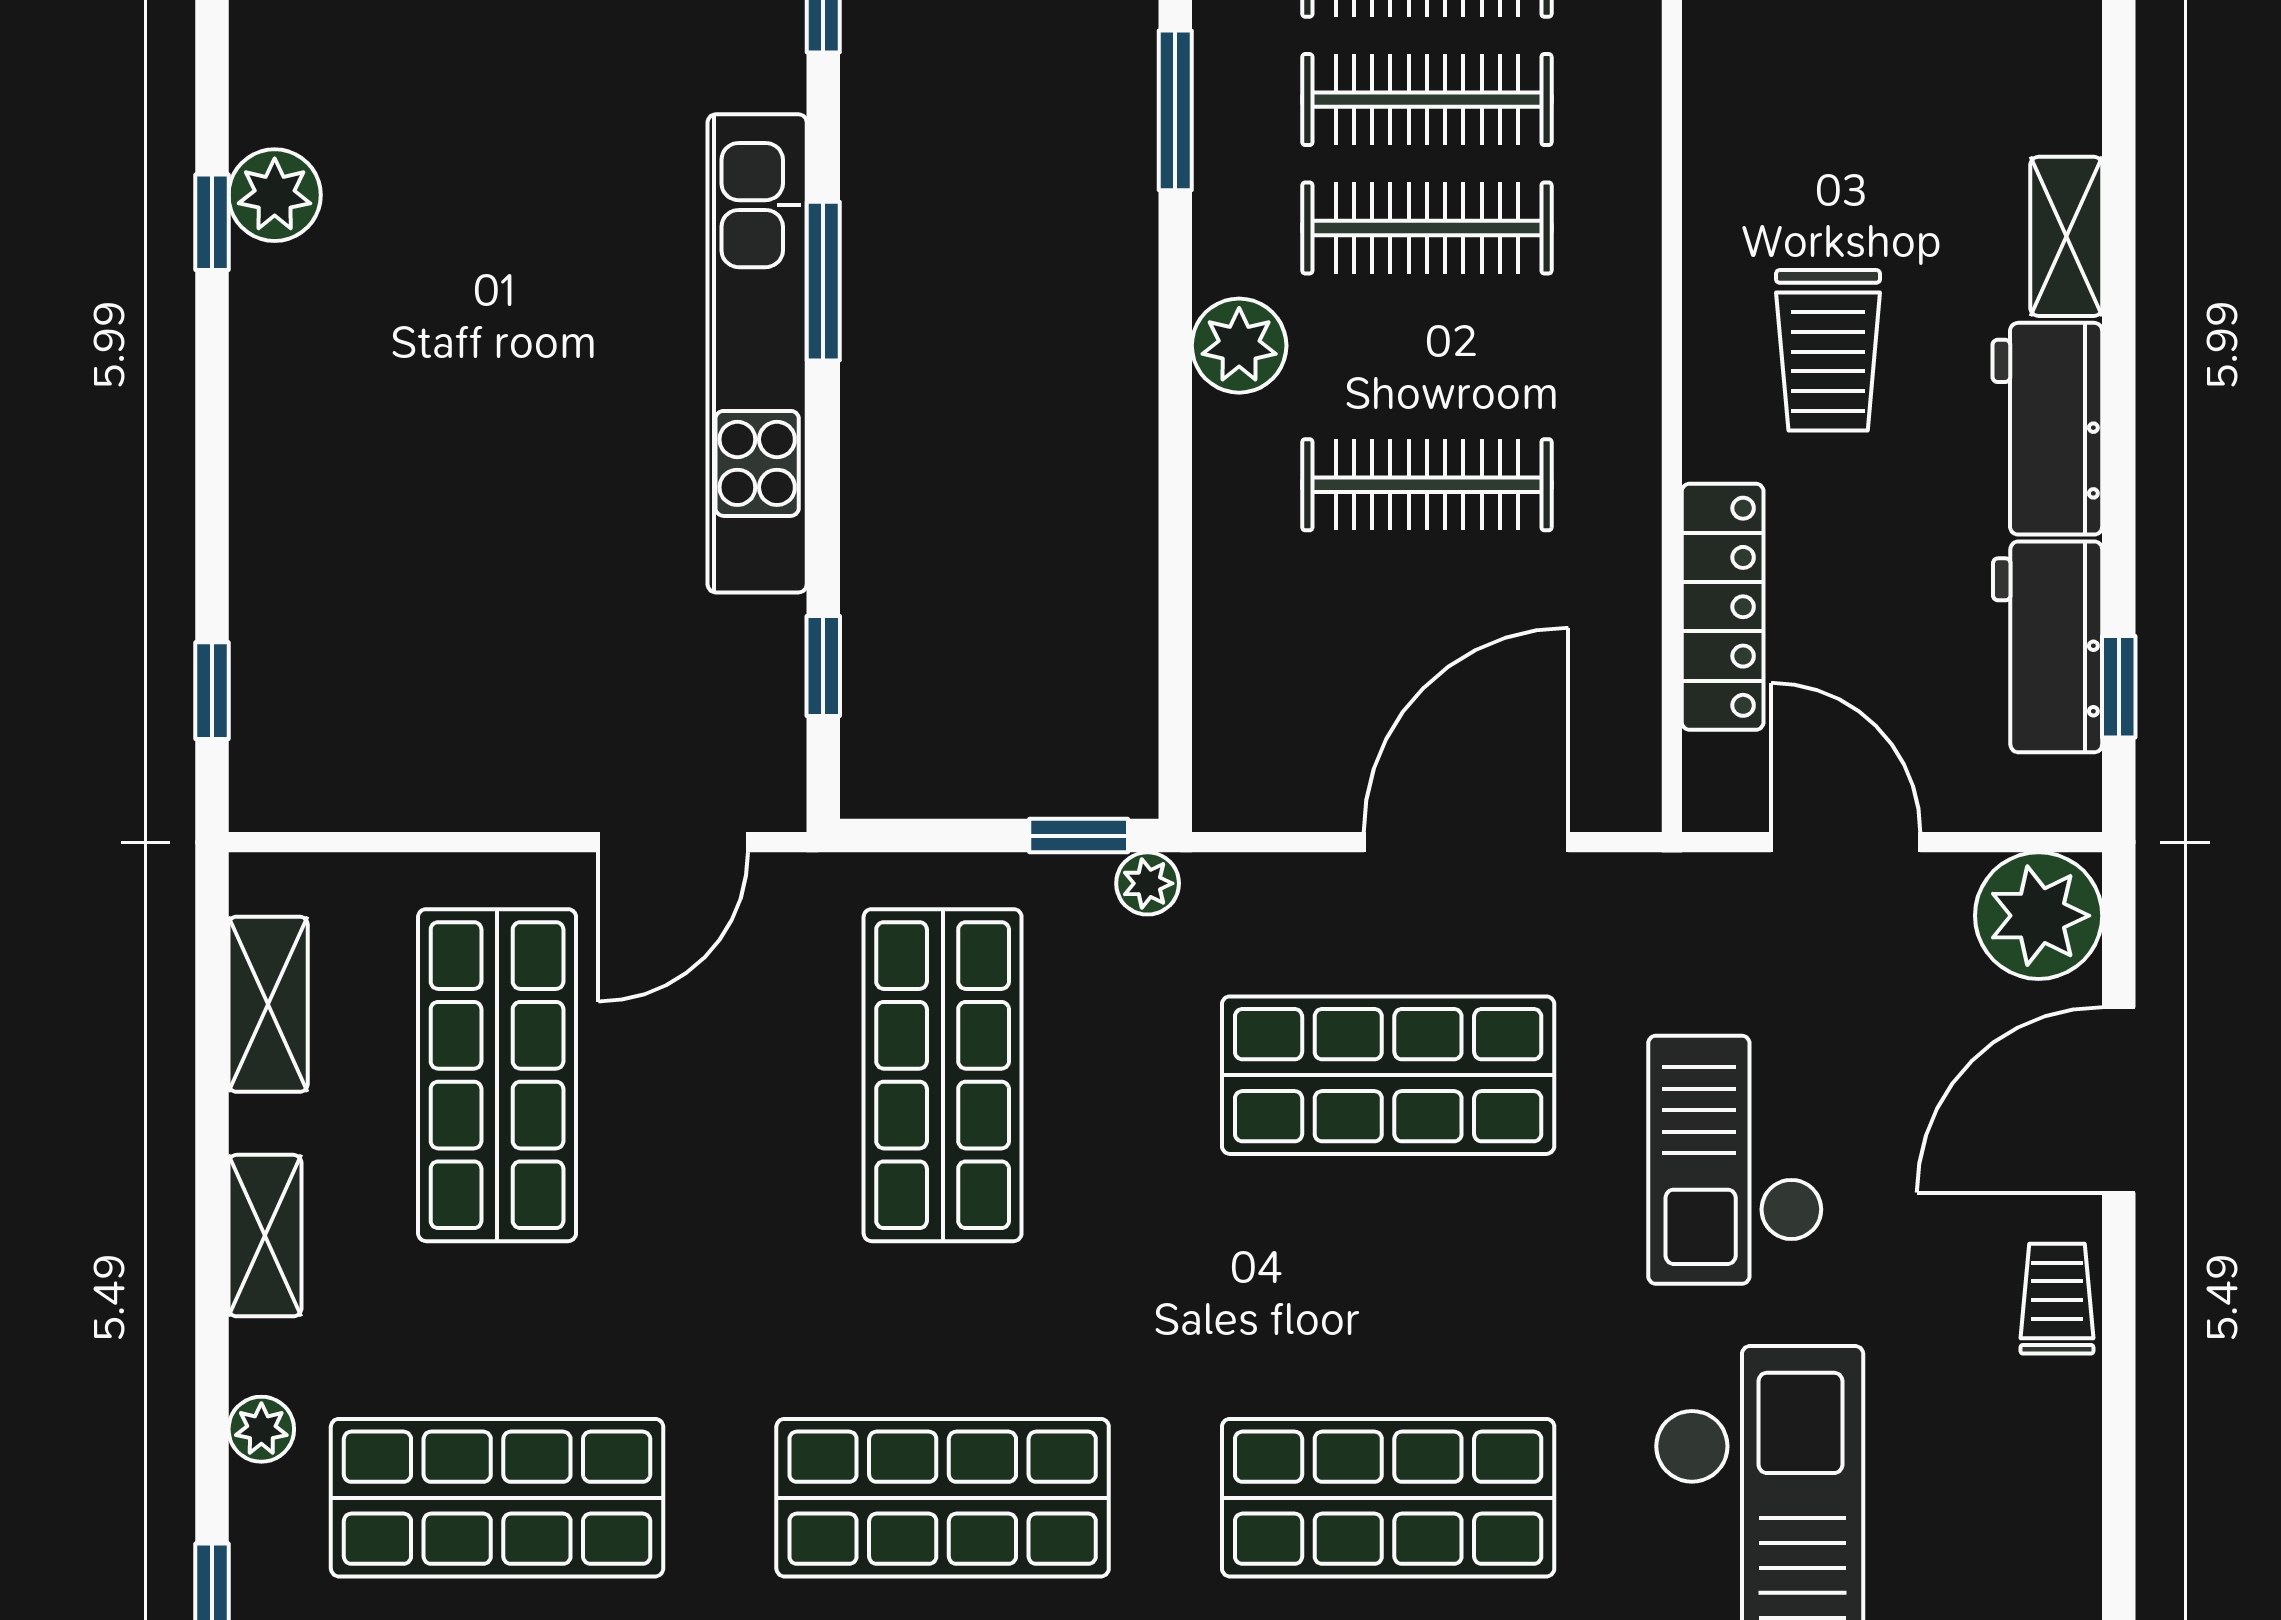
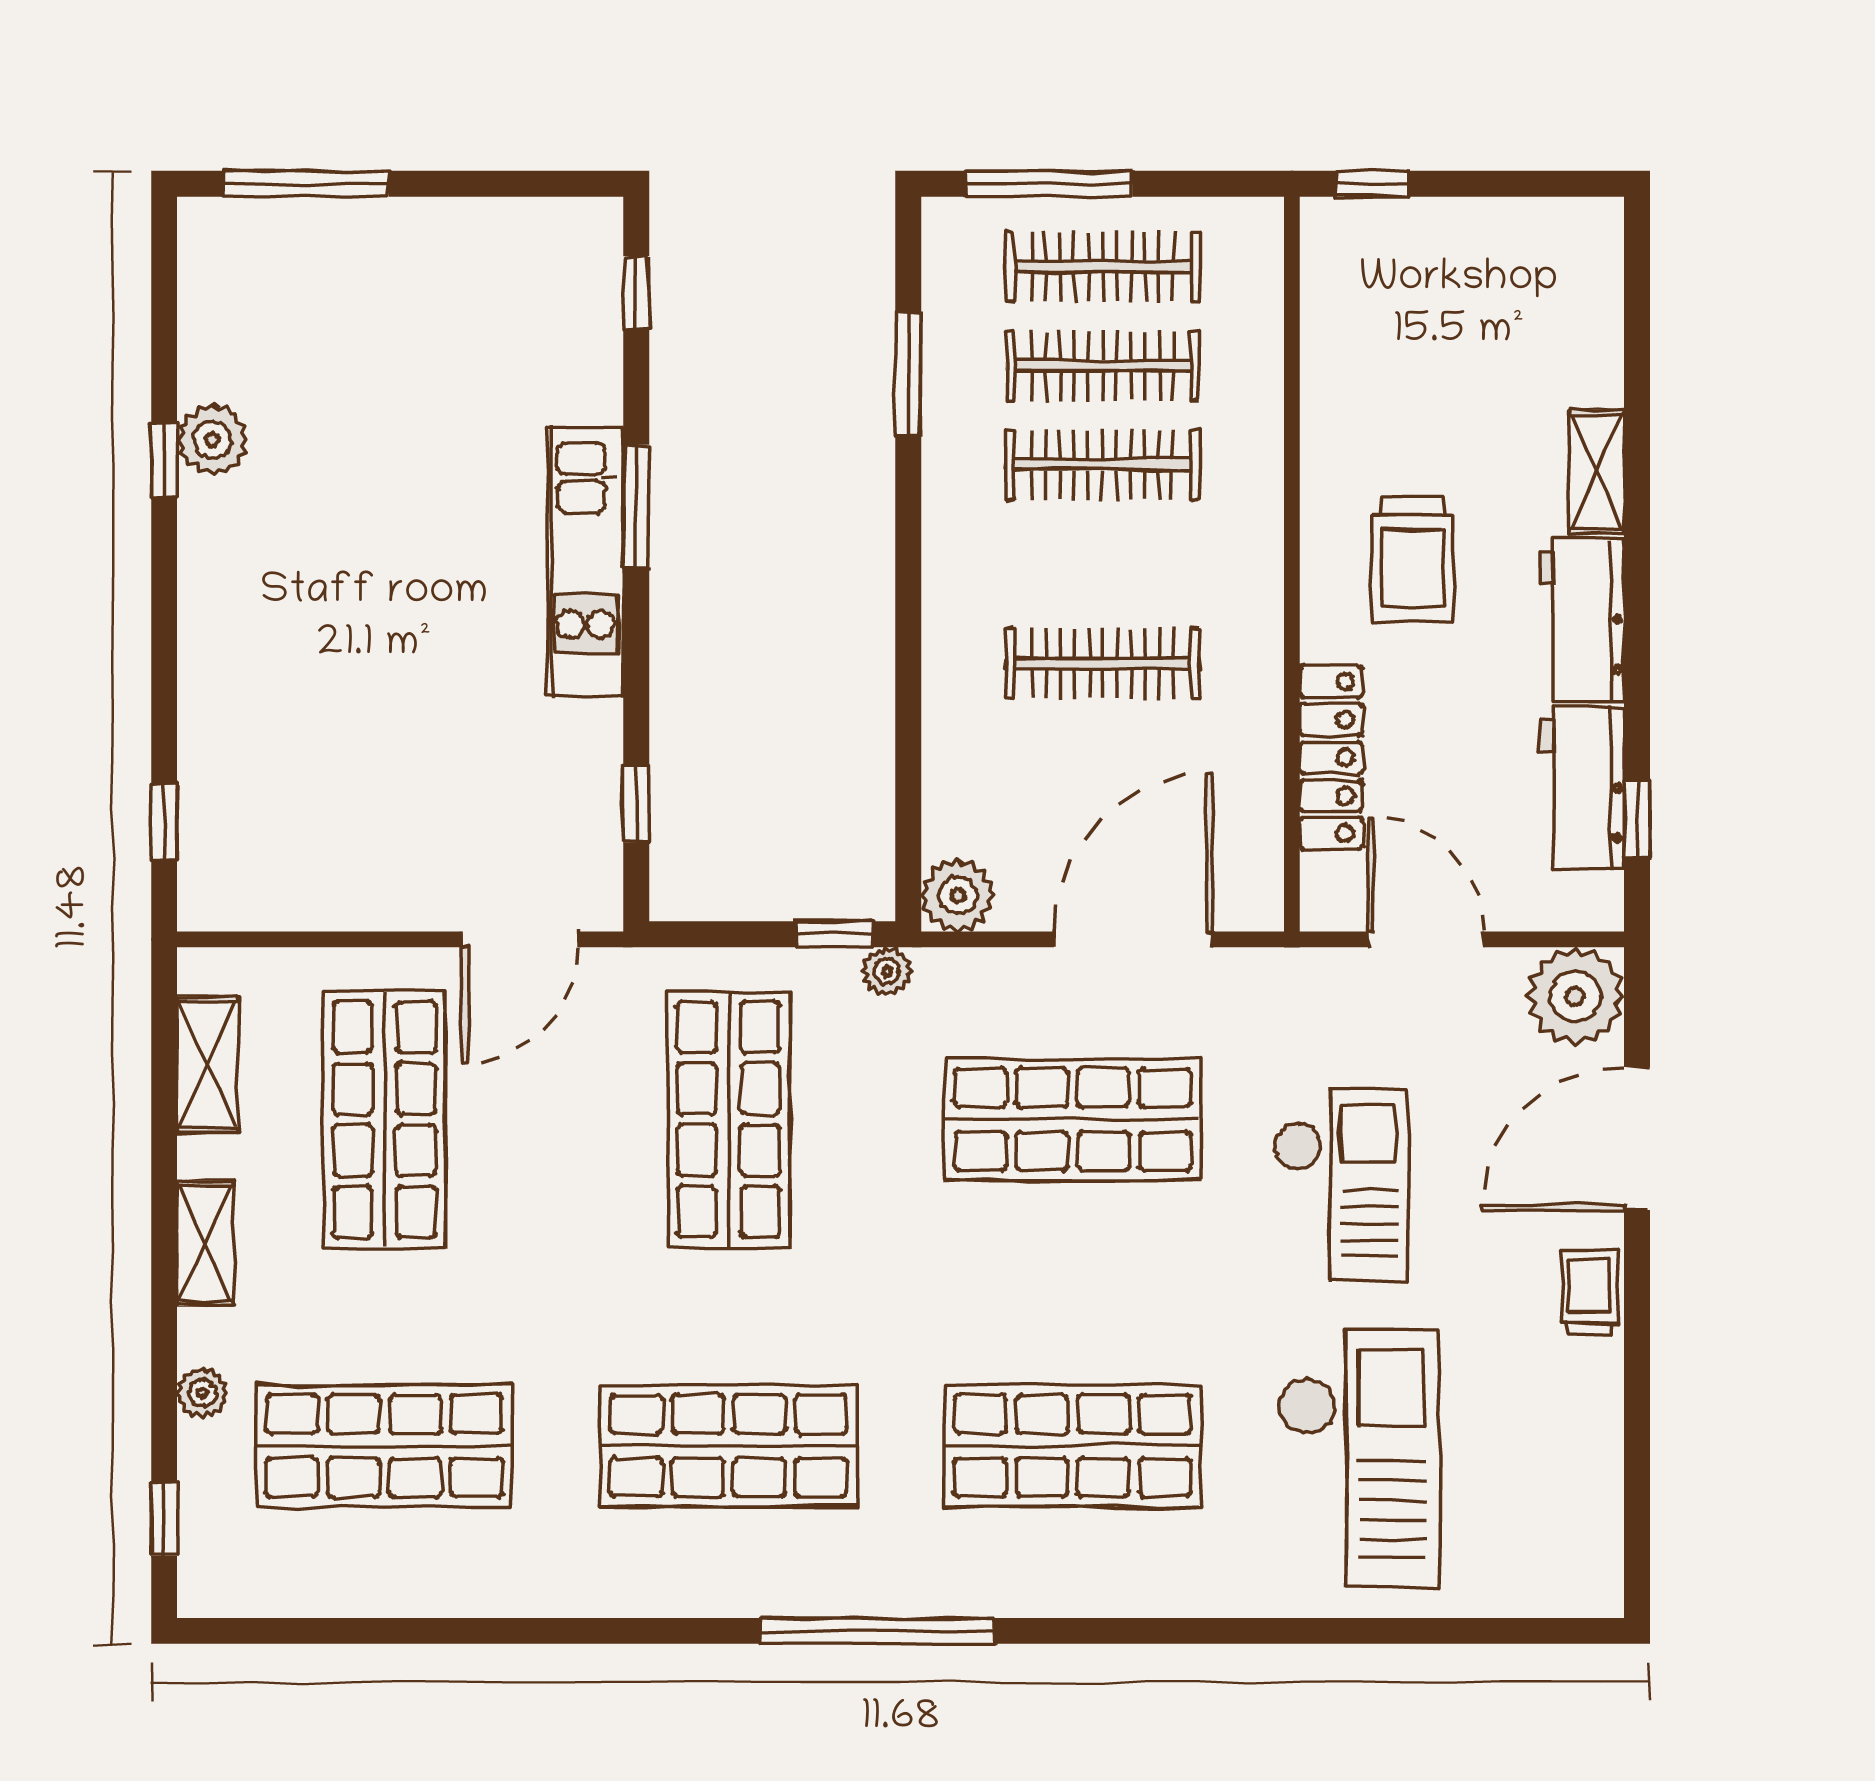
plant: (1239, 346) -> (958, 895), moved
kitchen unit: (757, 353) -> (585, 562), width x0.73
checkout: (1736, 1160) -> (1341, 1185), turned 180

